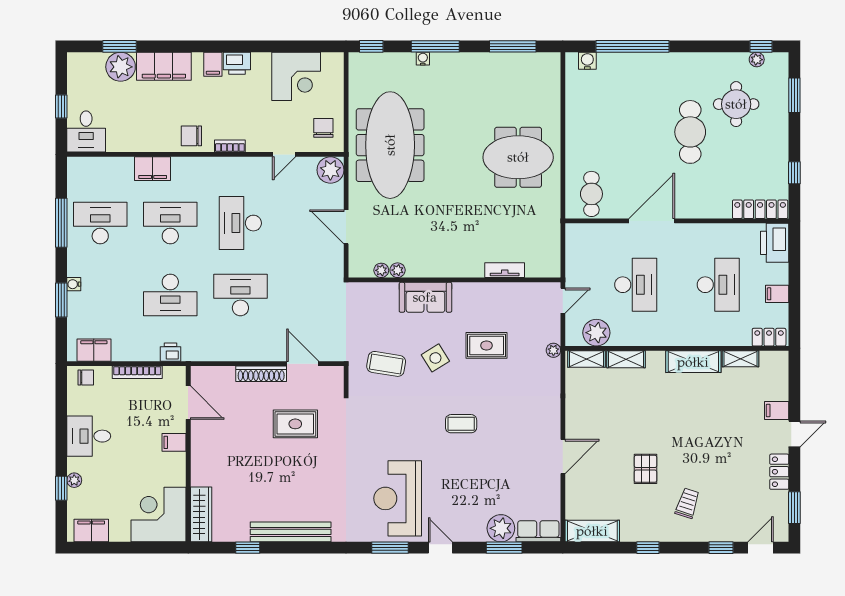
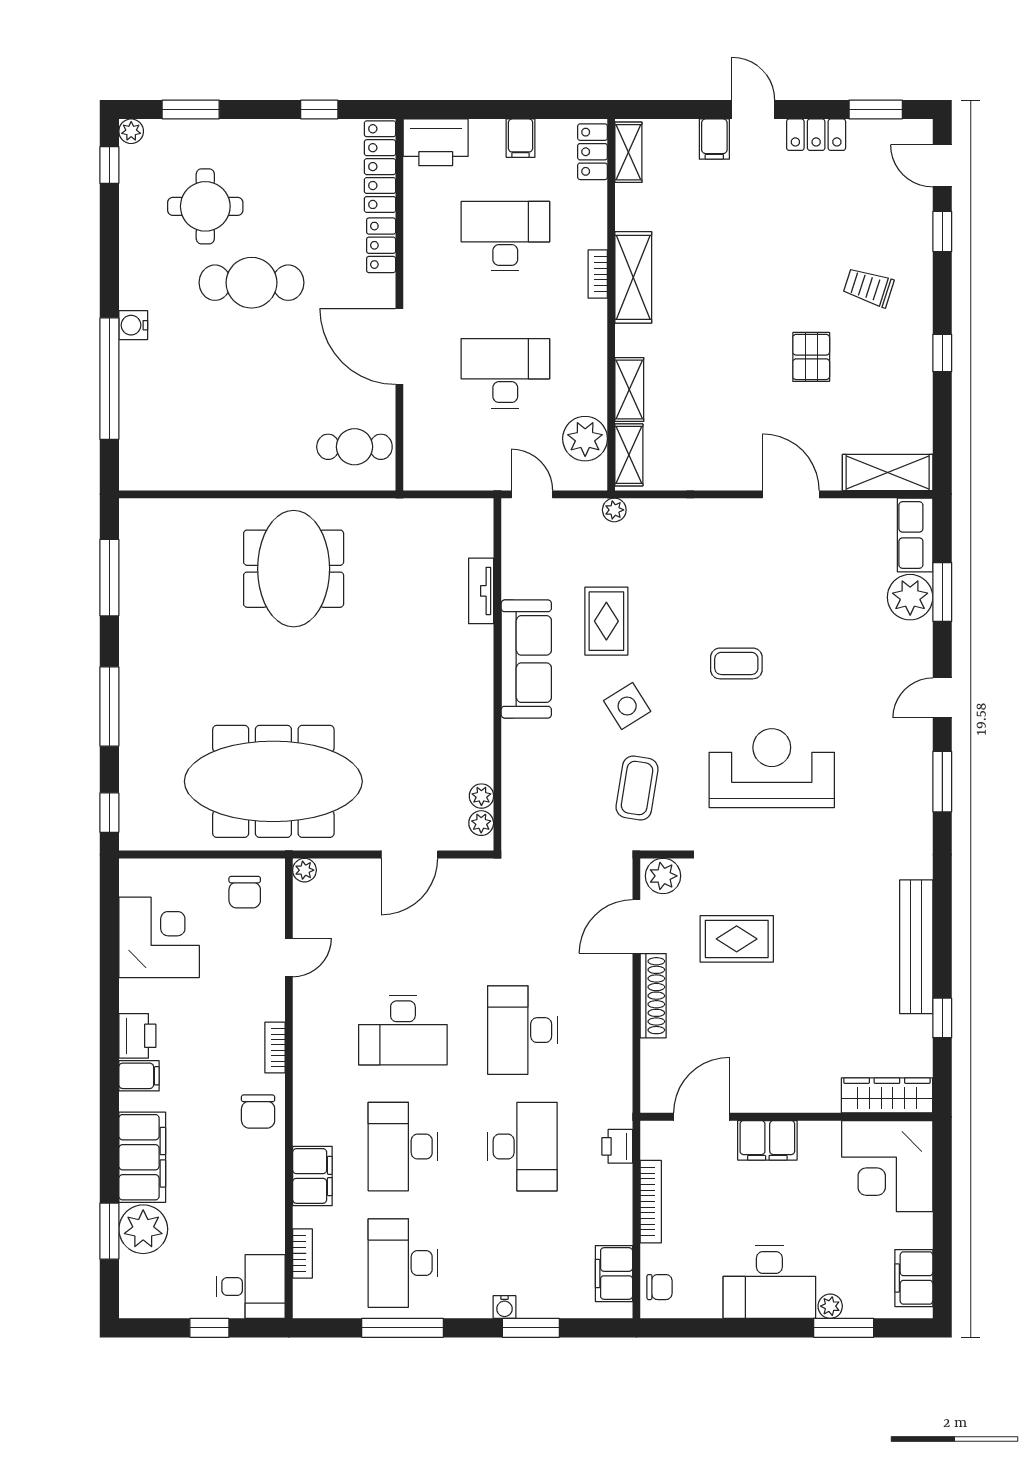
water cooler: (423, 59) -> (130, 727), removed
plant: (757, 60) -> (131, 131), moved
water cooler: (587, 61) -> (133, 325), moved
chair: (323, 128) -> (245, 892), turned -90
door: (284, 154) -> (289, 958), hinge flipped
bookcase: (106, 163) -> (303, 1253), added
plant: (330, 170) -> (304, 870), width x0.53, depth x0.53
locker: (713, 210) -> (381, 245), added
plant: (398, 270) -> (481, 823), moved
sofa: (425, 297) -> (526, 659), moved, width x1.36
bookcase: (695, 340) -> (598, 274), added
shelving: (741, 359) -> (628, 152), moved
chair: (86, 377) -> (660, 1287), turned 90
plant: (333, 380) -> (663, 876), added
rug: (295, 424) -> (737, 939), turned 90
coffee table: (461, 424) -> (736, 663), turned 90
desk: (89, 436) -> (769, 1282), width x1.37
filing cabinet: (174, 442) -> (767, 1140), width x2.00
pallet: (645, 469) -> (811, 357), turned 90
window: (61, 488) -> (844, 1328), width x1.50
reception desk: (398, 498) -> (772, 768), moved, turned 180
shelving: (592, 531) -> (888, 472), moved, turned 90

